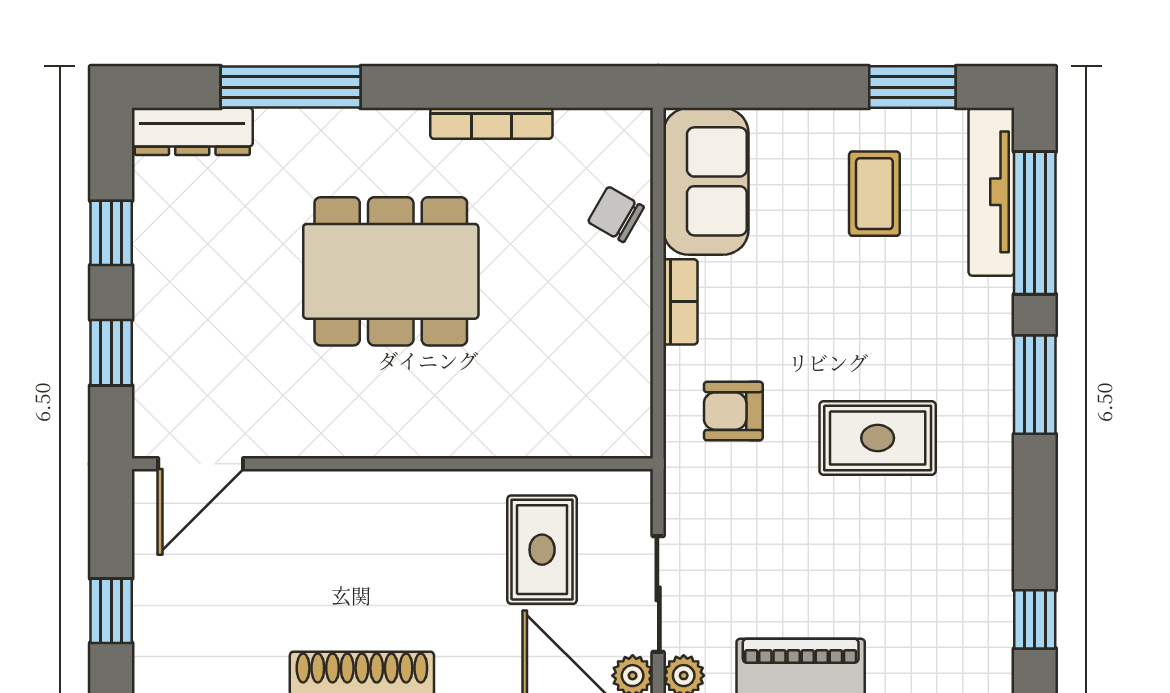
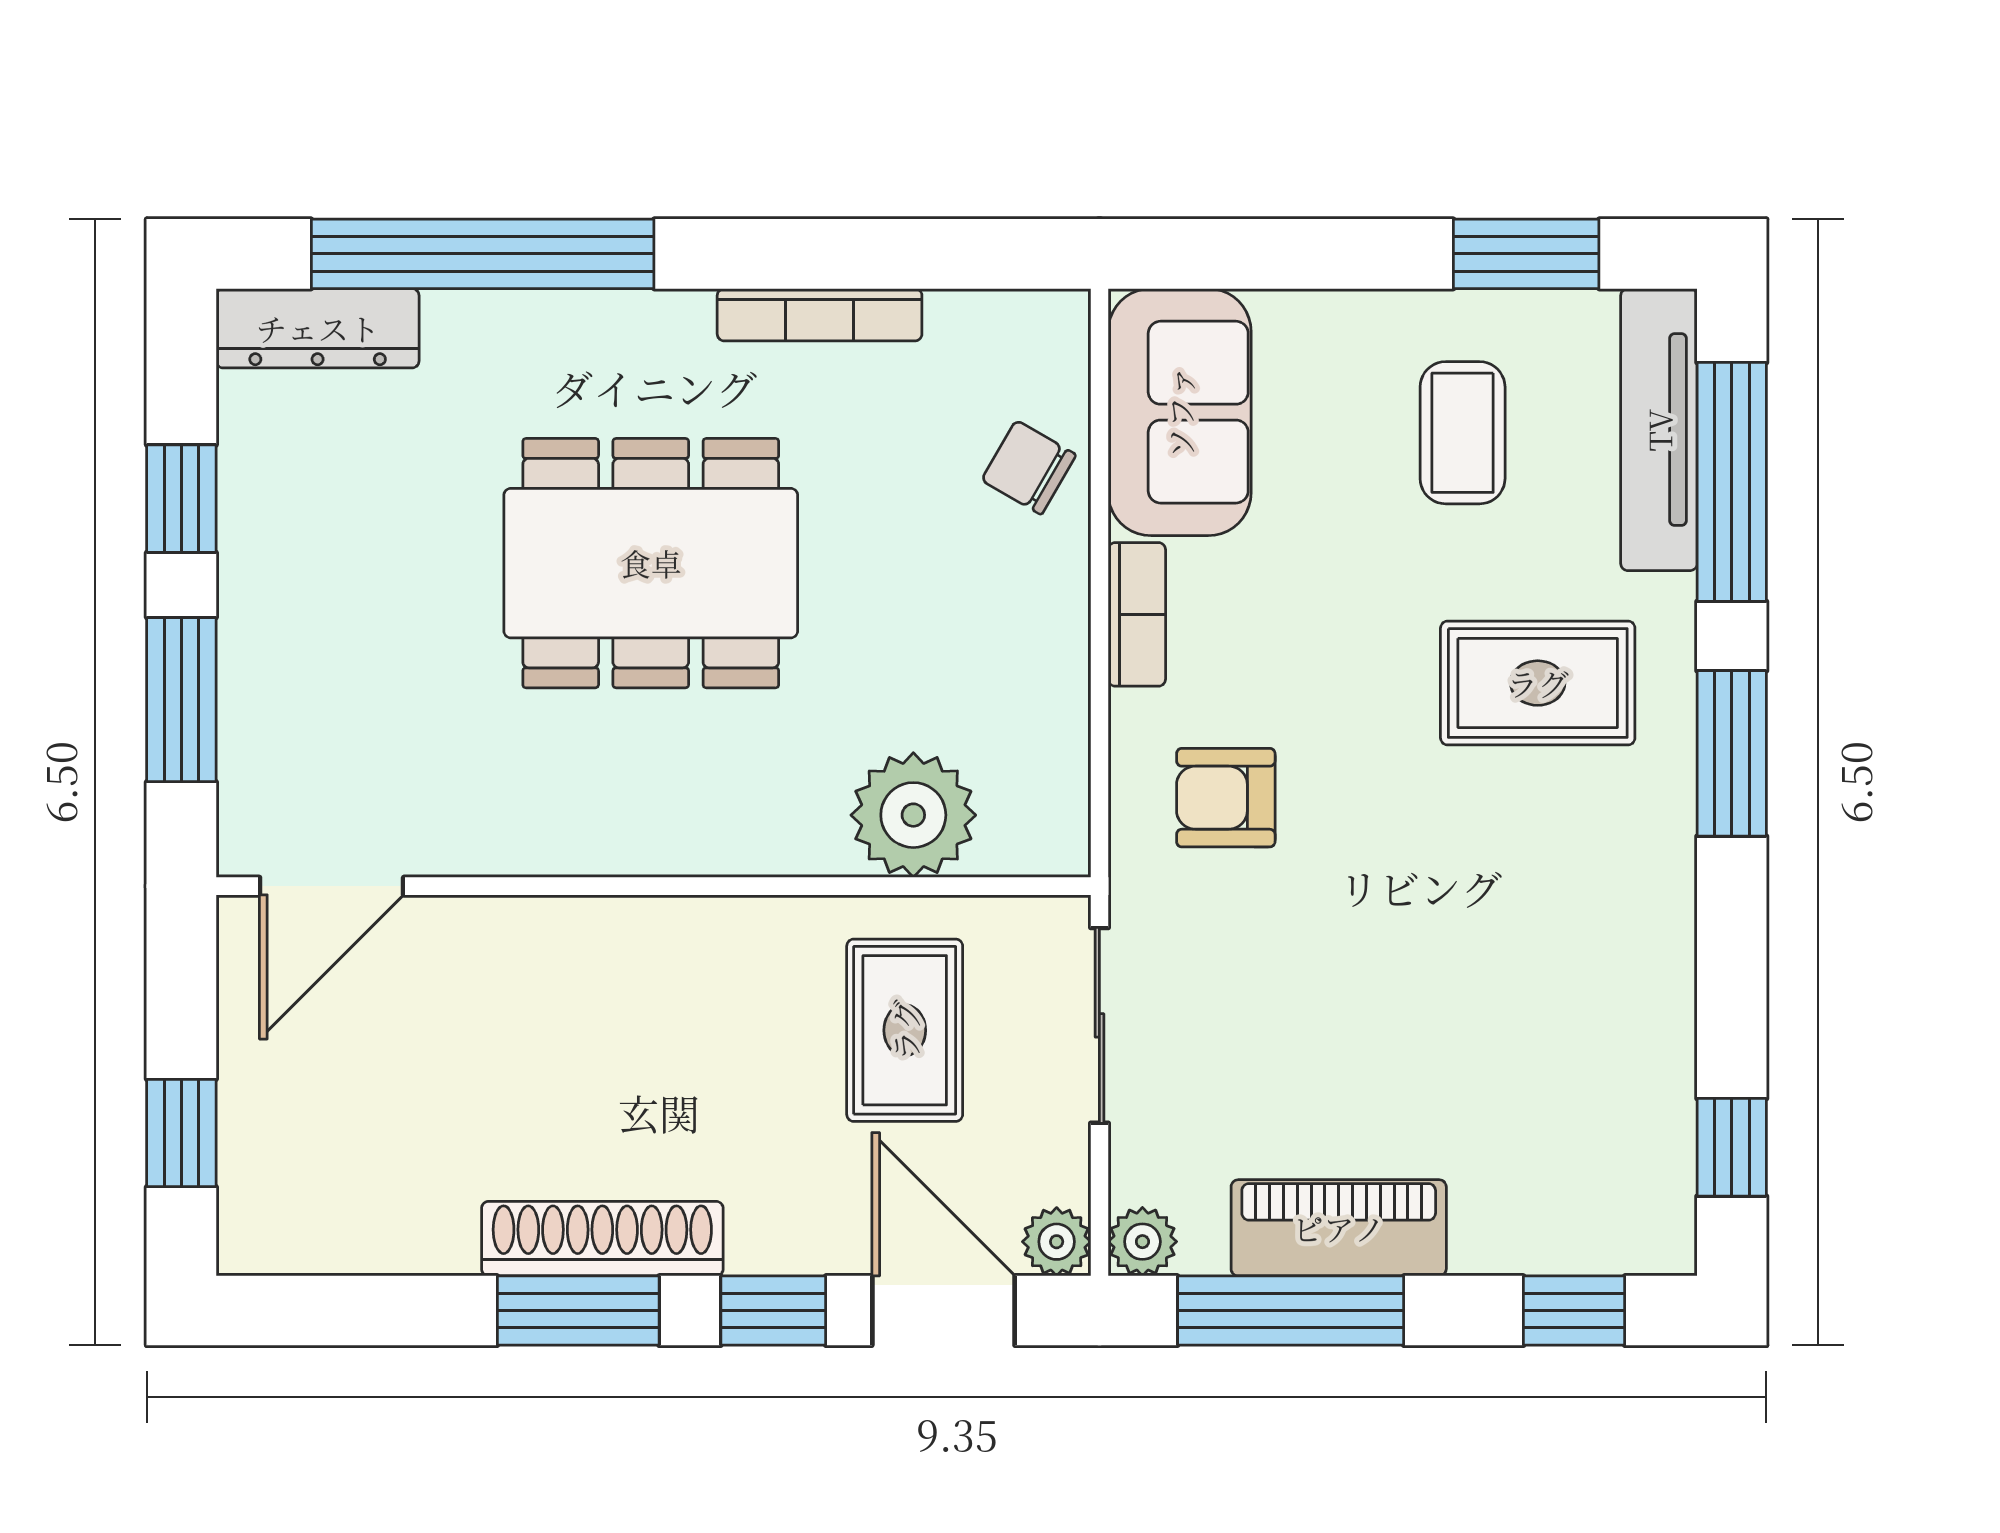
window: (291, 87) -> (483, 254), width x1.46
window: (111, 353) -> (181, 700), width x1.50
plant: (547, 421) -> (913, 815), added
rug: (878, 438) -> (1538, 683), moved
sliding door: (658, 594) -> (1099, 1025), moved

